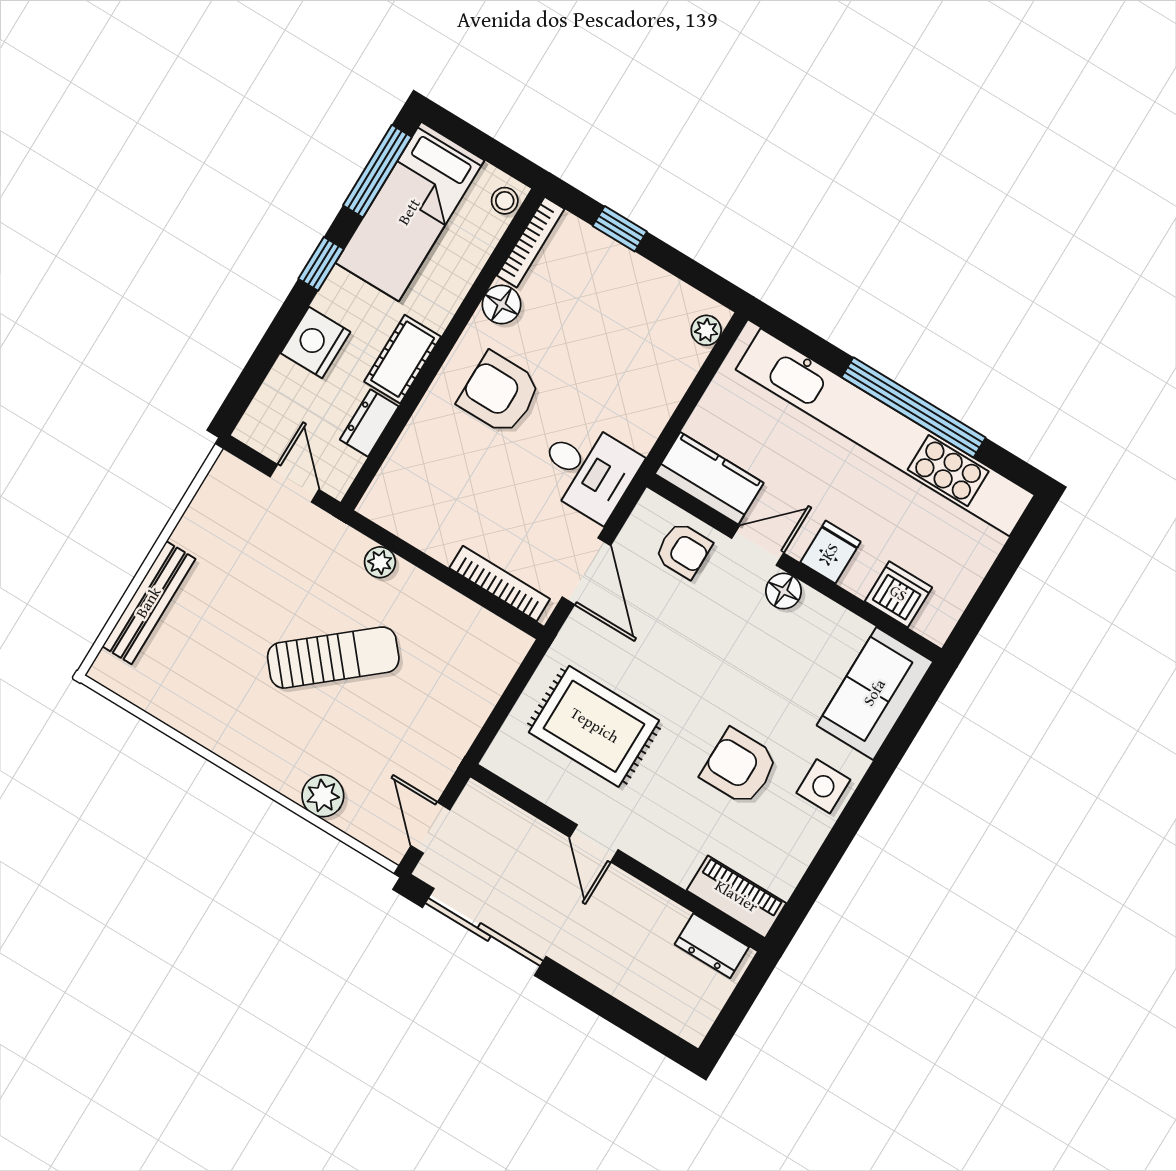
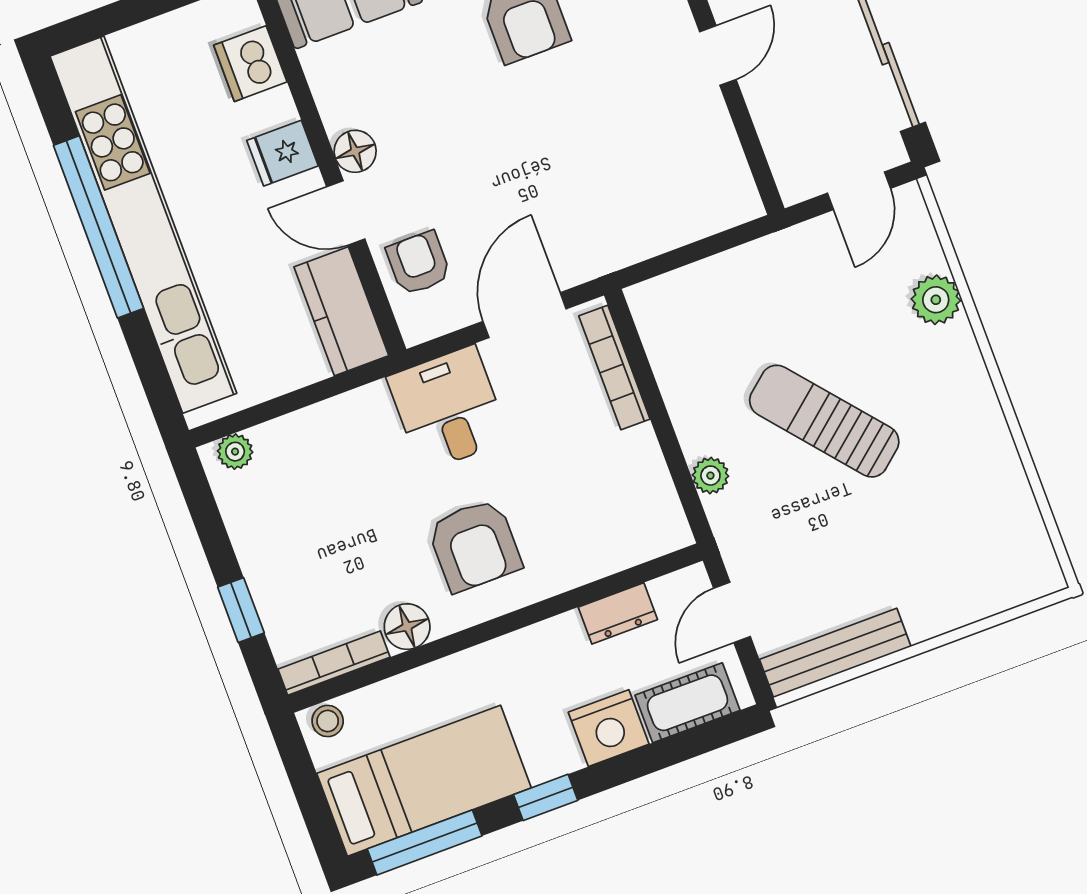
cot: (403, 359) -> (687, 703), moved
bench: (149, 603) -> (835, 653), moved
rug: (594, 726) -> (632, 165), removed

